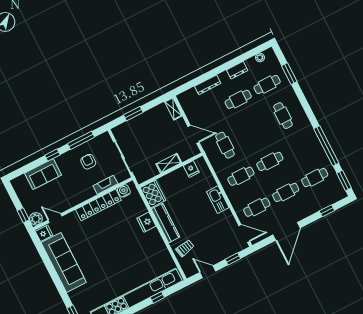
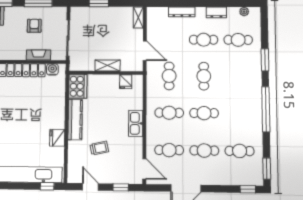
window: (289, 74) -> (265, 60), moved
cafe table: (283, 116) -> (204, 76), moved
window: (326, 146) -> (266, 109), moved
window: (327, 211) -> (248, 189), moved
fridge: (146, 222) -> (57, 138), moved
trolley: (185, 248) -> (99, 148), moved
window: (157, 297) -> (47, 186), moved

